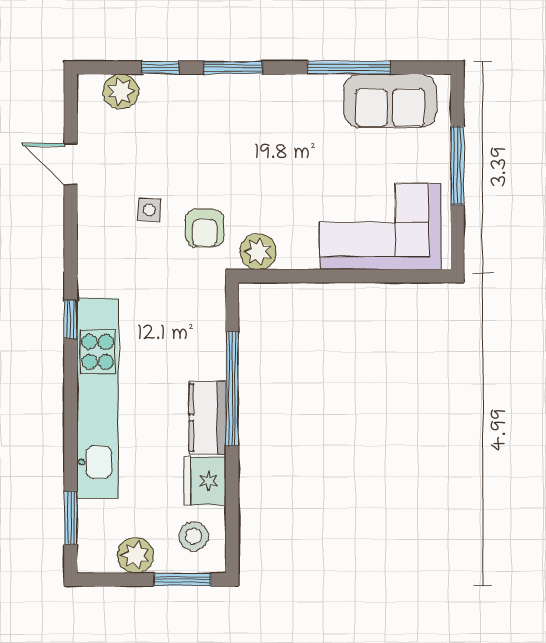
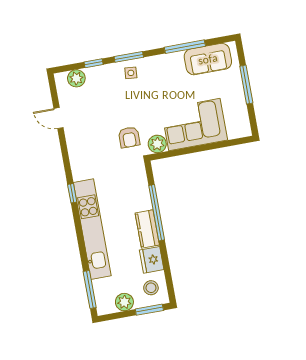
side table: (149, 210) -> (131, 73), moved
corner sofa: (381, 226) -> (194, 125), moved
window: (71, 518) -> (90, 290), width x1.44

